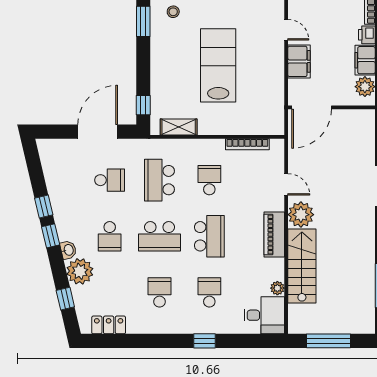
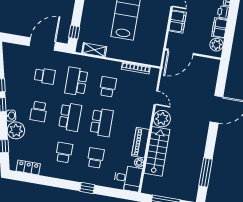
piano: (274, 235) -> (140, 143), moved
school desk: (159, 236) -> (70, 117), turned -90

